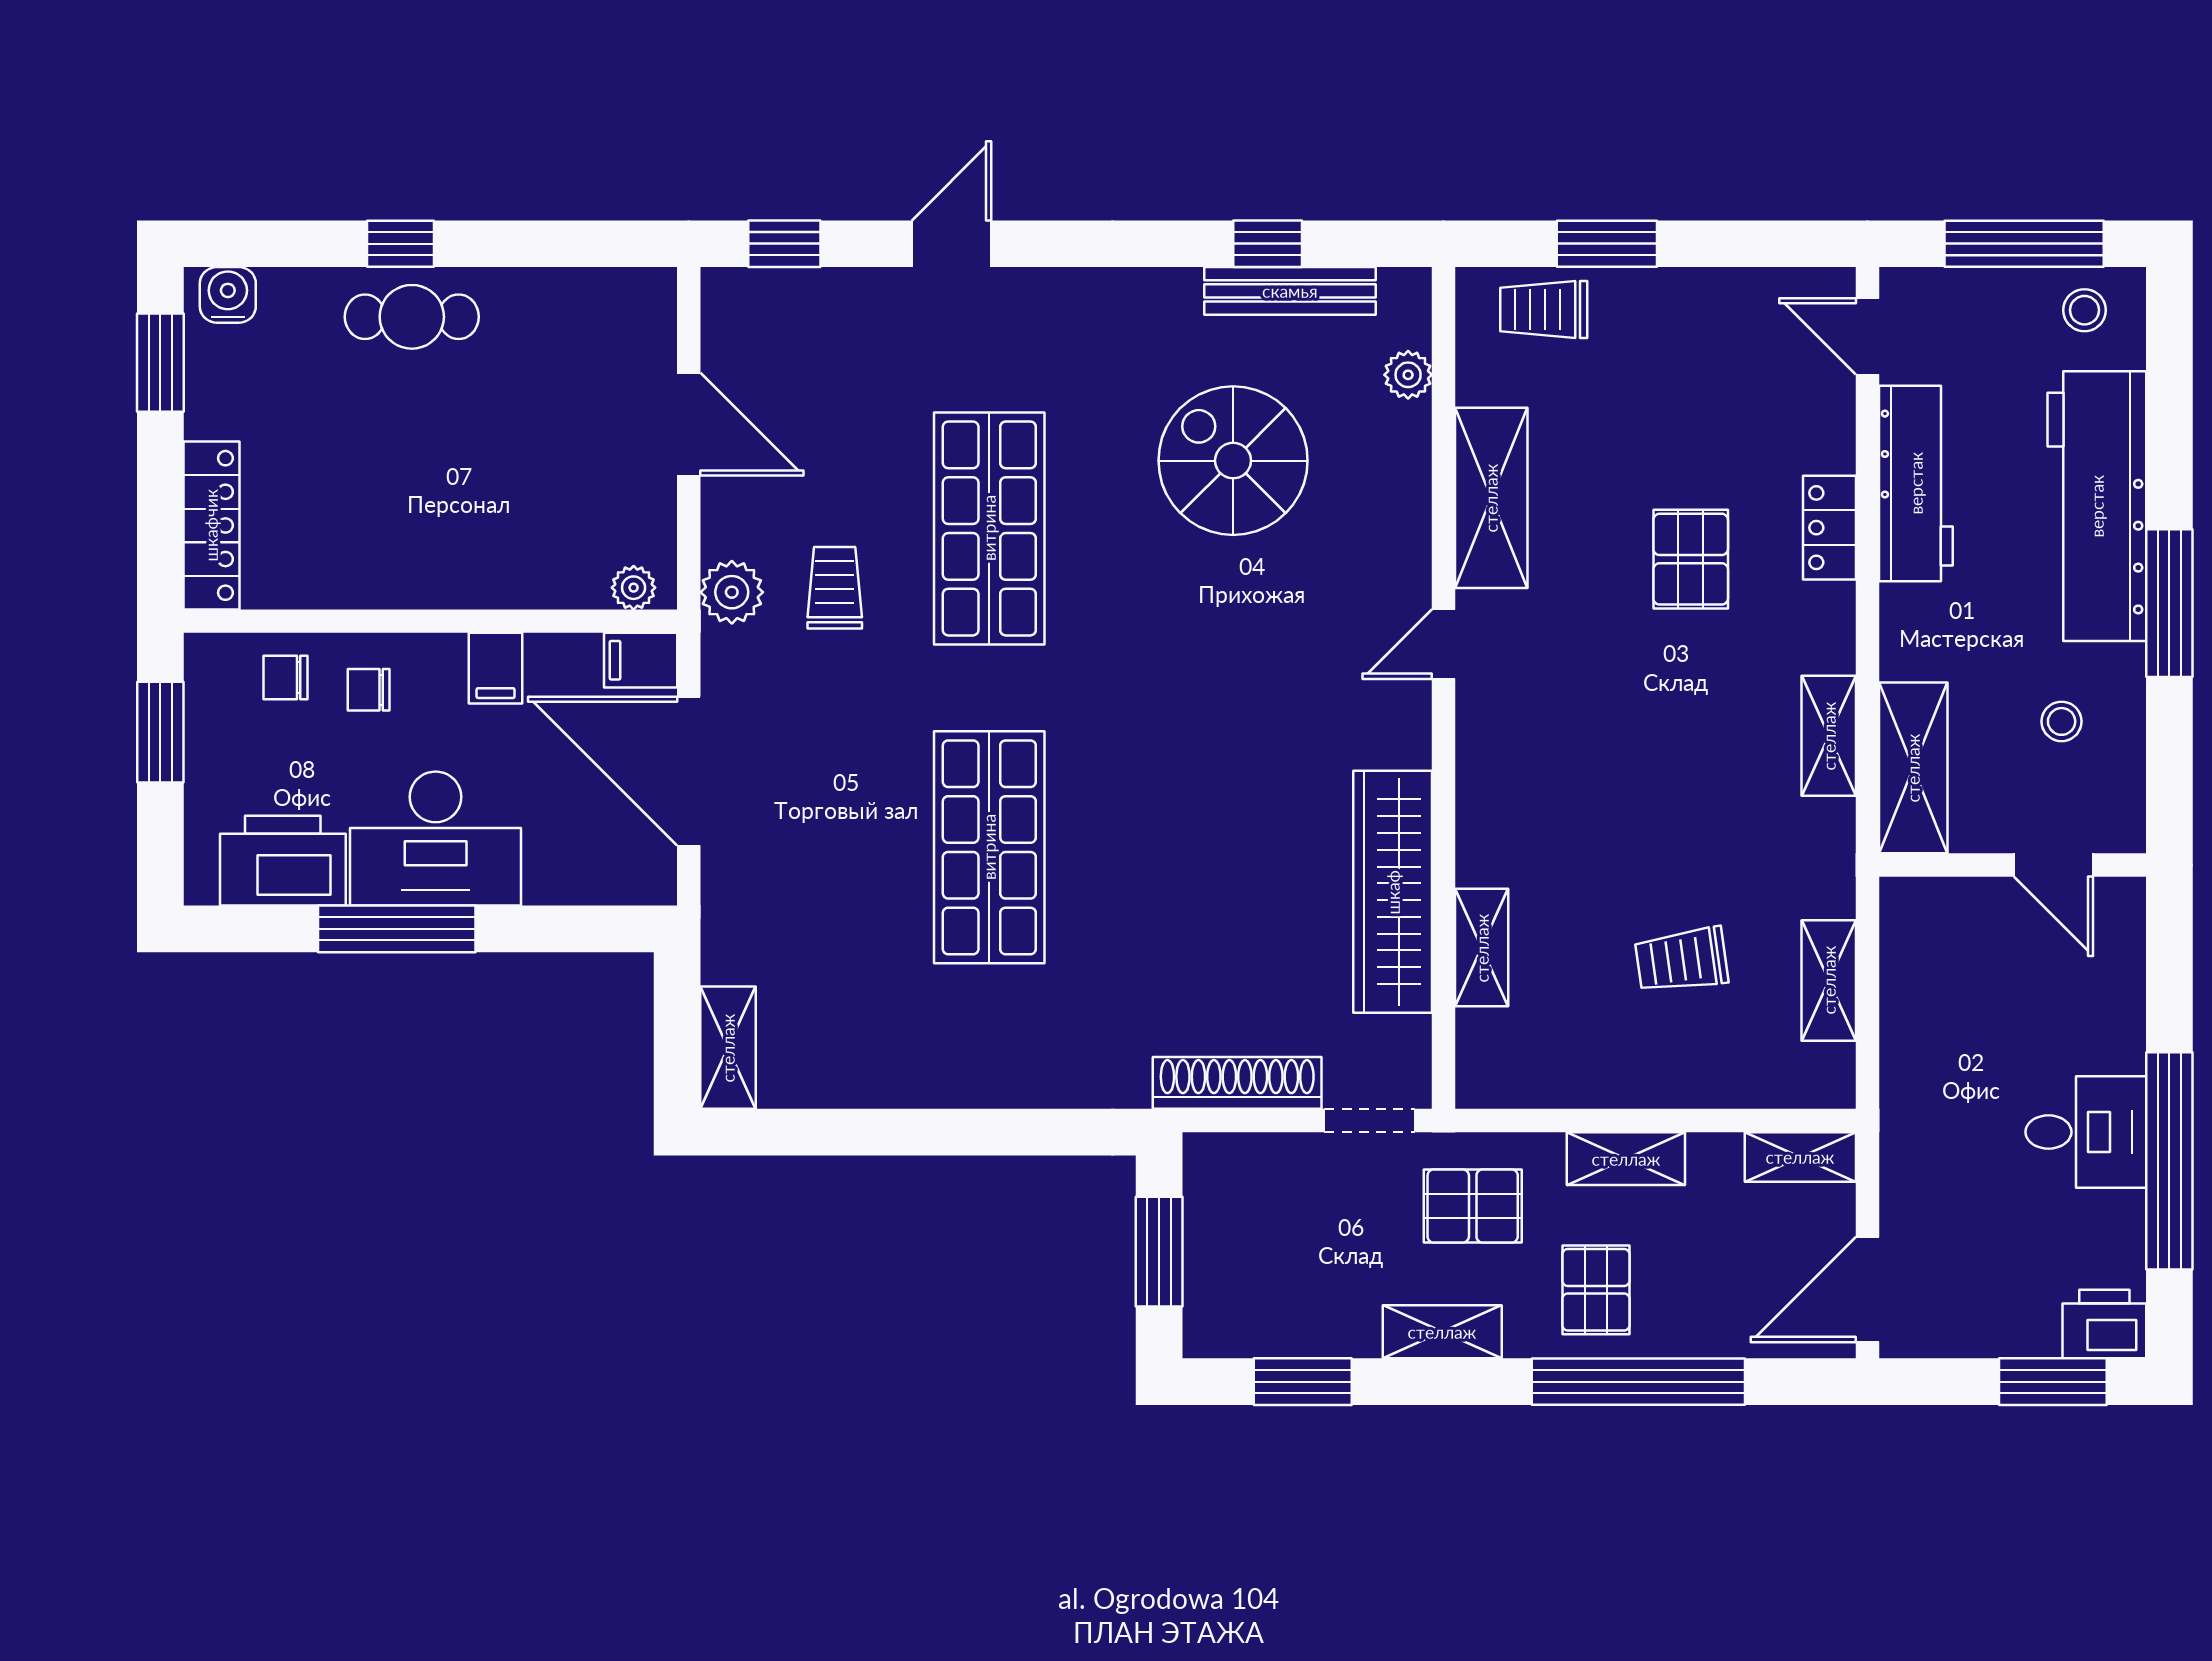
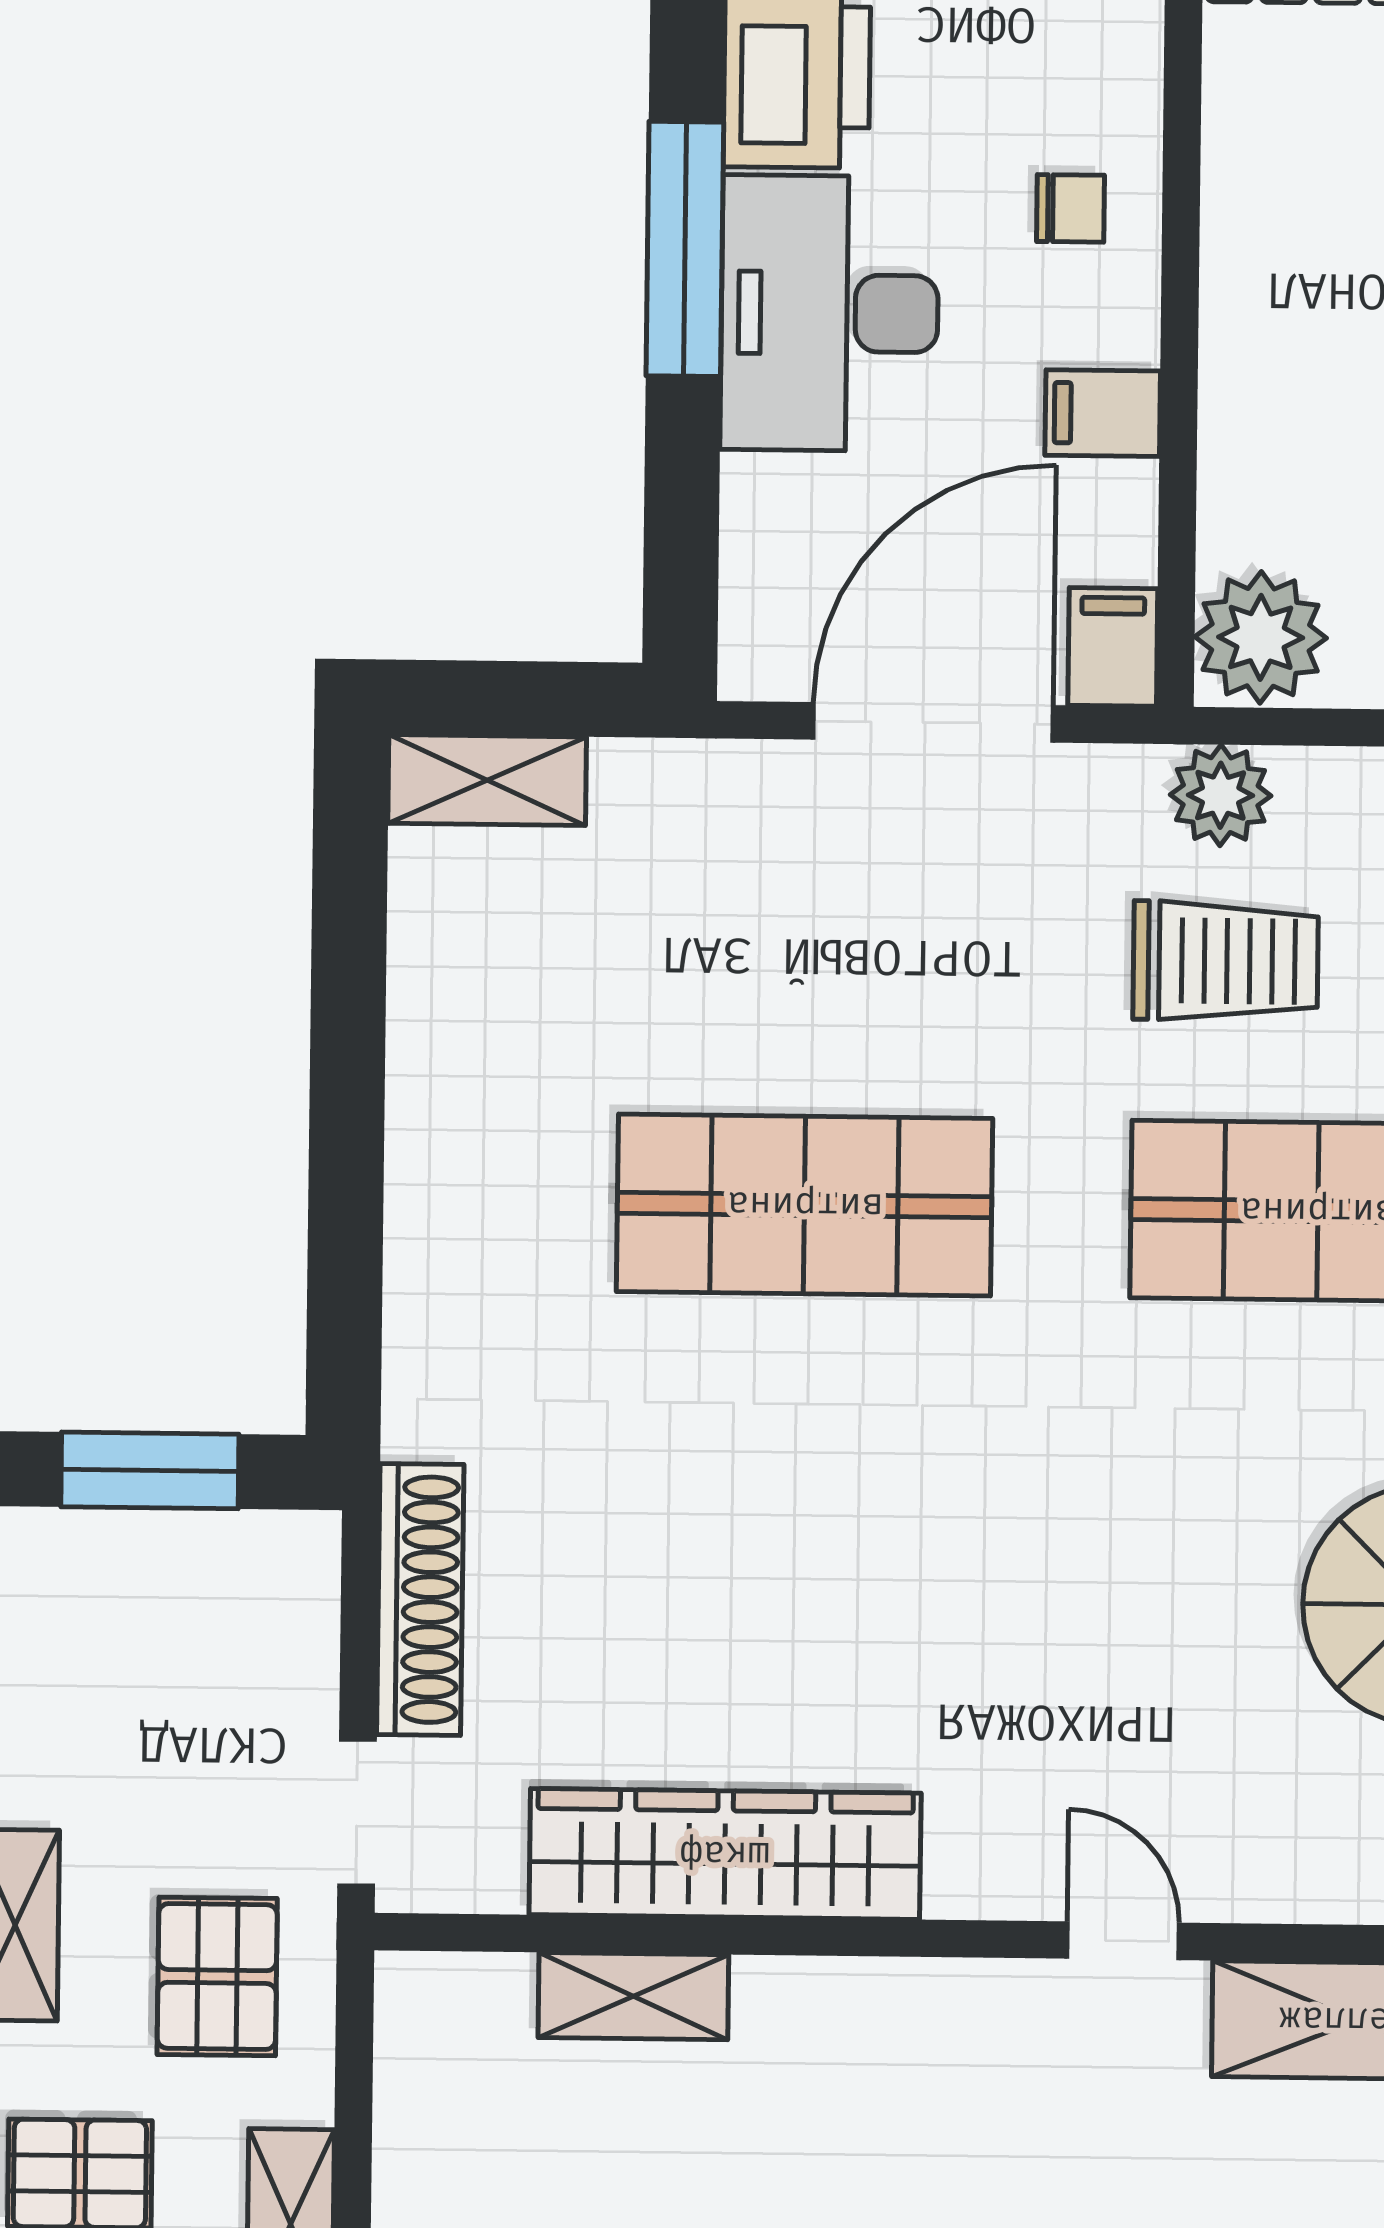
plant: (634, 588) -> (1261, 637), width x1.88, depth x1.88
trolley: (835, 588) -> (1226, 961), width x1.36, depth x1.39
chair: (286, 678) -> (1092, 75), removed
chair: (369, 690) -> (1070, 208), turned 90

